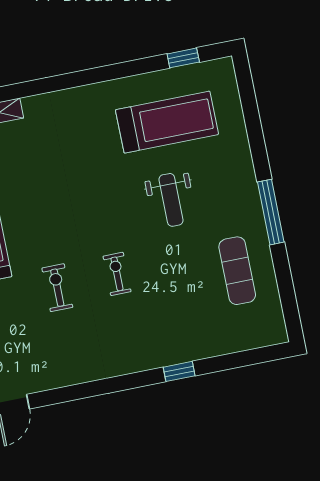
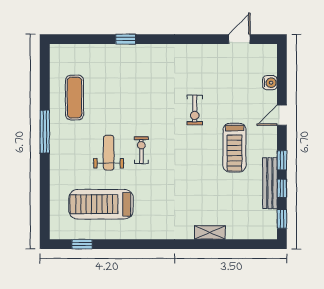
exercise bike: (117, 274) -> (141, 150), moved, turned 180

